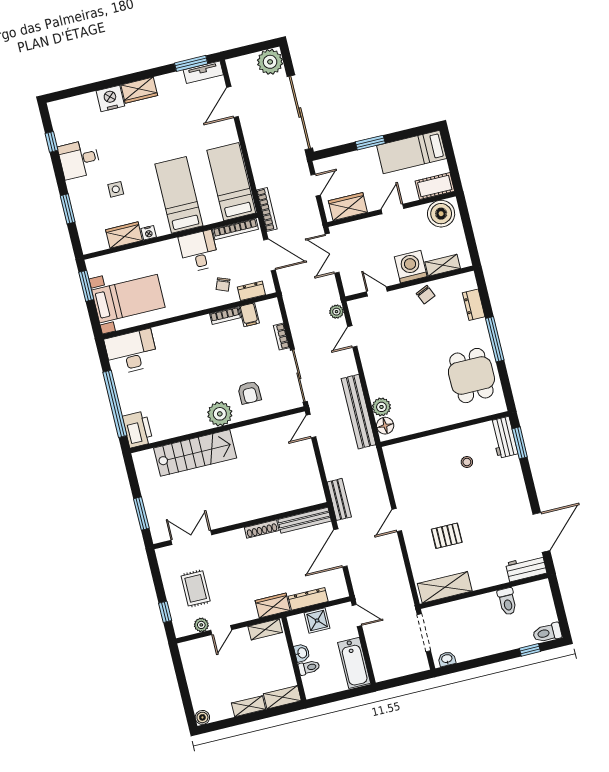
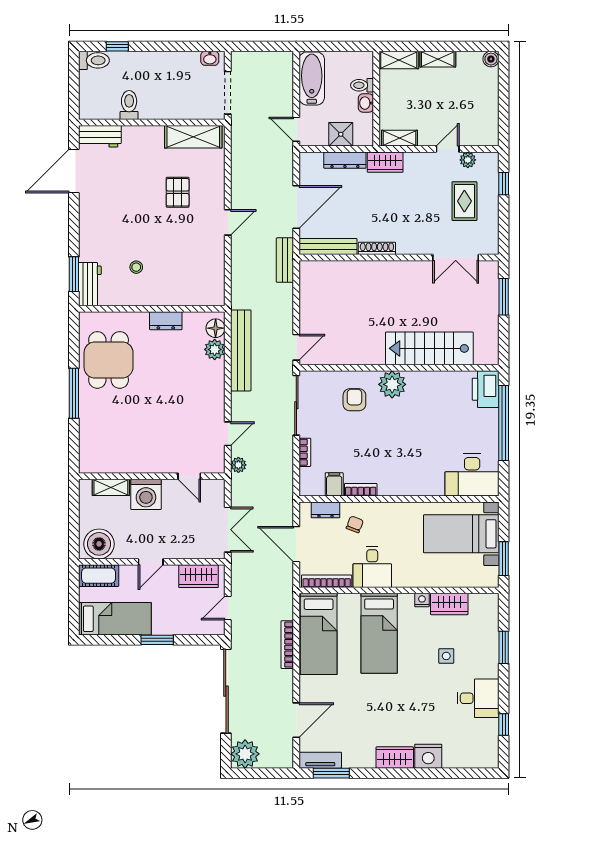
bookcase: (267, 209) -> (287, 645), moved
chair: (426, 295) -> (137, 460), removed
dresser: (474, 305) -> (166, 321), moved, turned 90
pallet: (447, 536) -> (178, 192), turned 90

